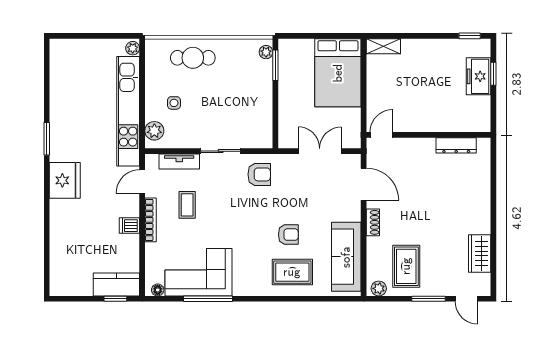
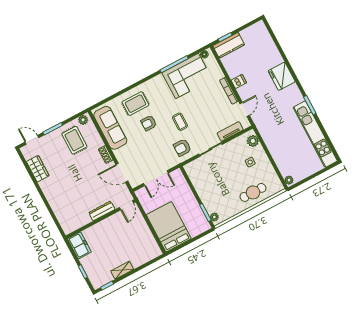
shelving: (383, 46) -> (122, 270), moved
freezer: (478, 76) -> (79, 245), moved
kitchen unit: (128, 111) -> (315, 134), moved, turned 180
dresser: (456, 145) -> (102, 211), moved
fridge: (65, 180) -> (282, 76), moved
coffee table: (187, 205) -> (180, 122), moved

